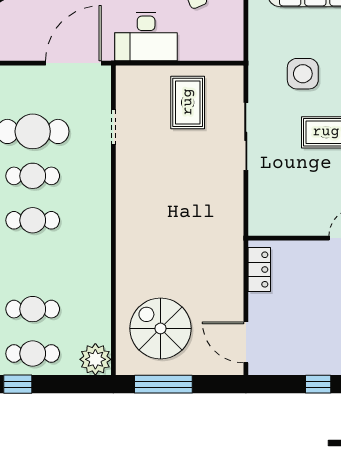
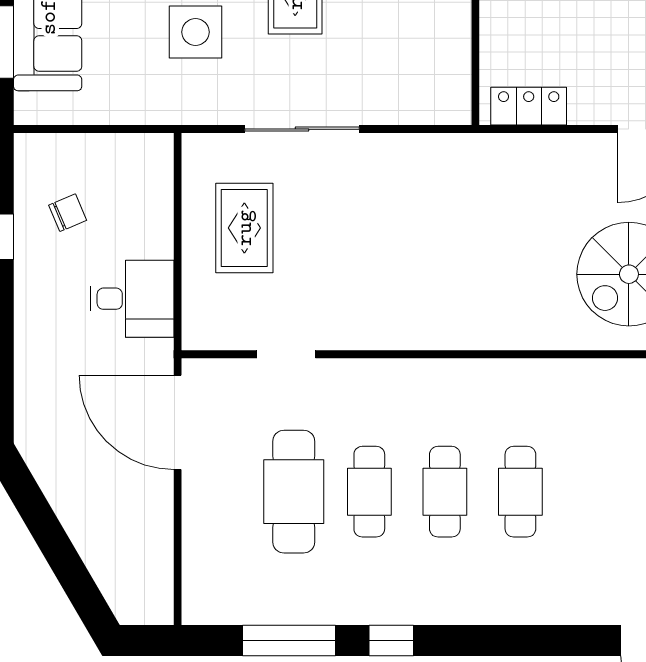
desk: (146, 37) -> (132, 299), width x0.73
rug: (188, 102) -> (244, 228), turned 90
cafe table: (33, 309) -> (520, 492), moved

